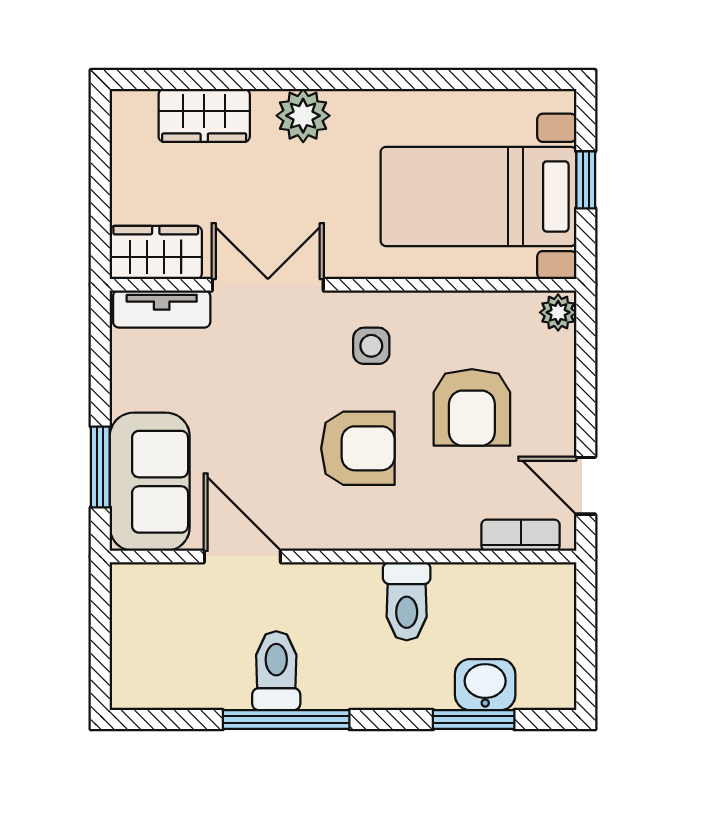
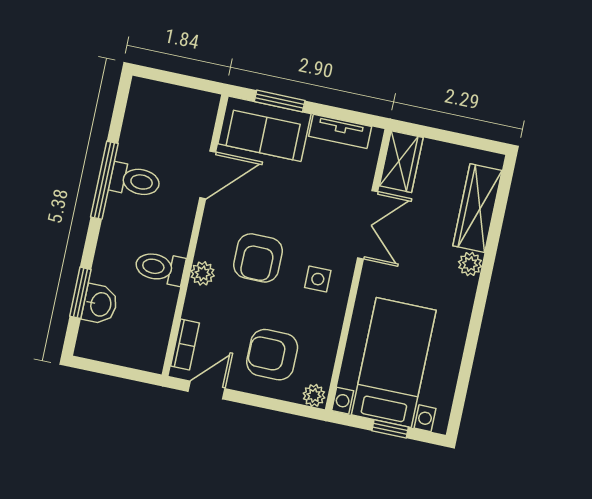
wardrobe: (204, 115) -> (477, 208), width x1.50
plant: (303, 116) -> (470, 264), width x0.73, depth x0.73
tv unit: (162, 309) -> (340, 131), moved, turned -90
armchair: (472, 407) -> (272, 355), moved
plant: (401, 531) -> (203, 273), added

